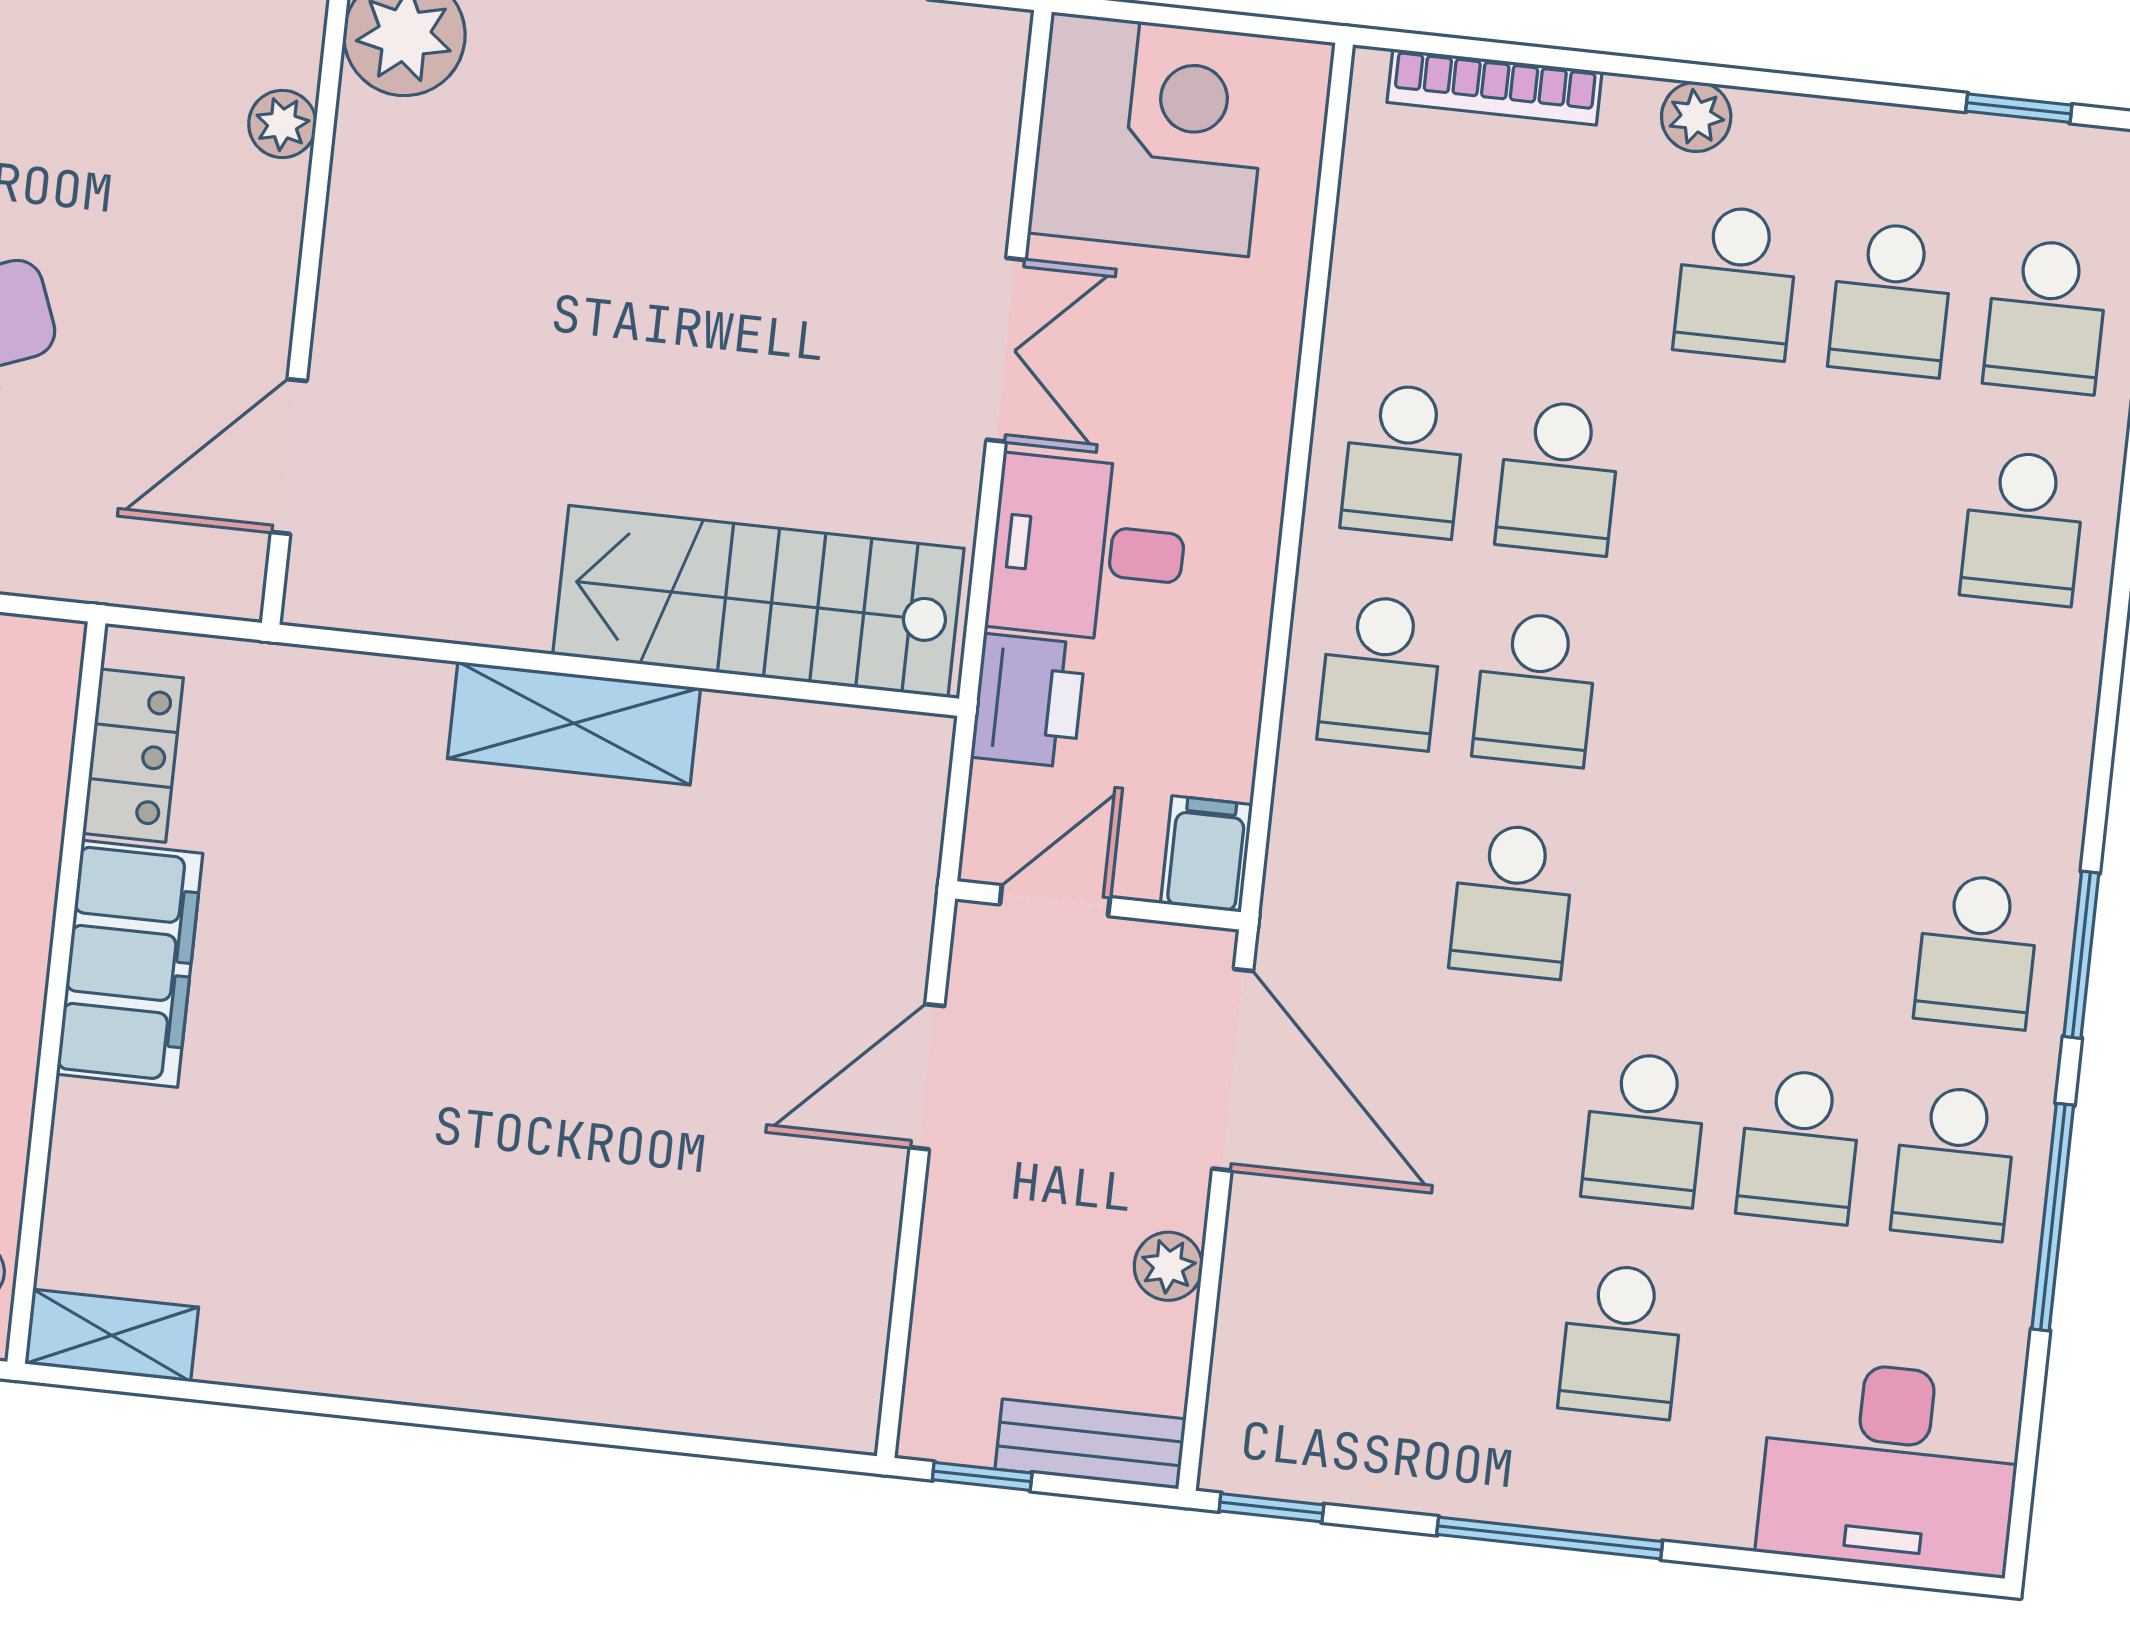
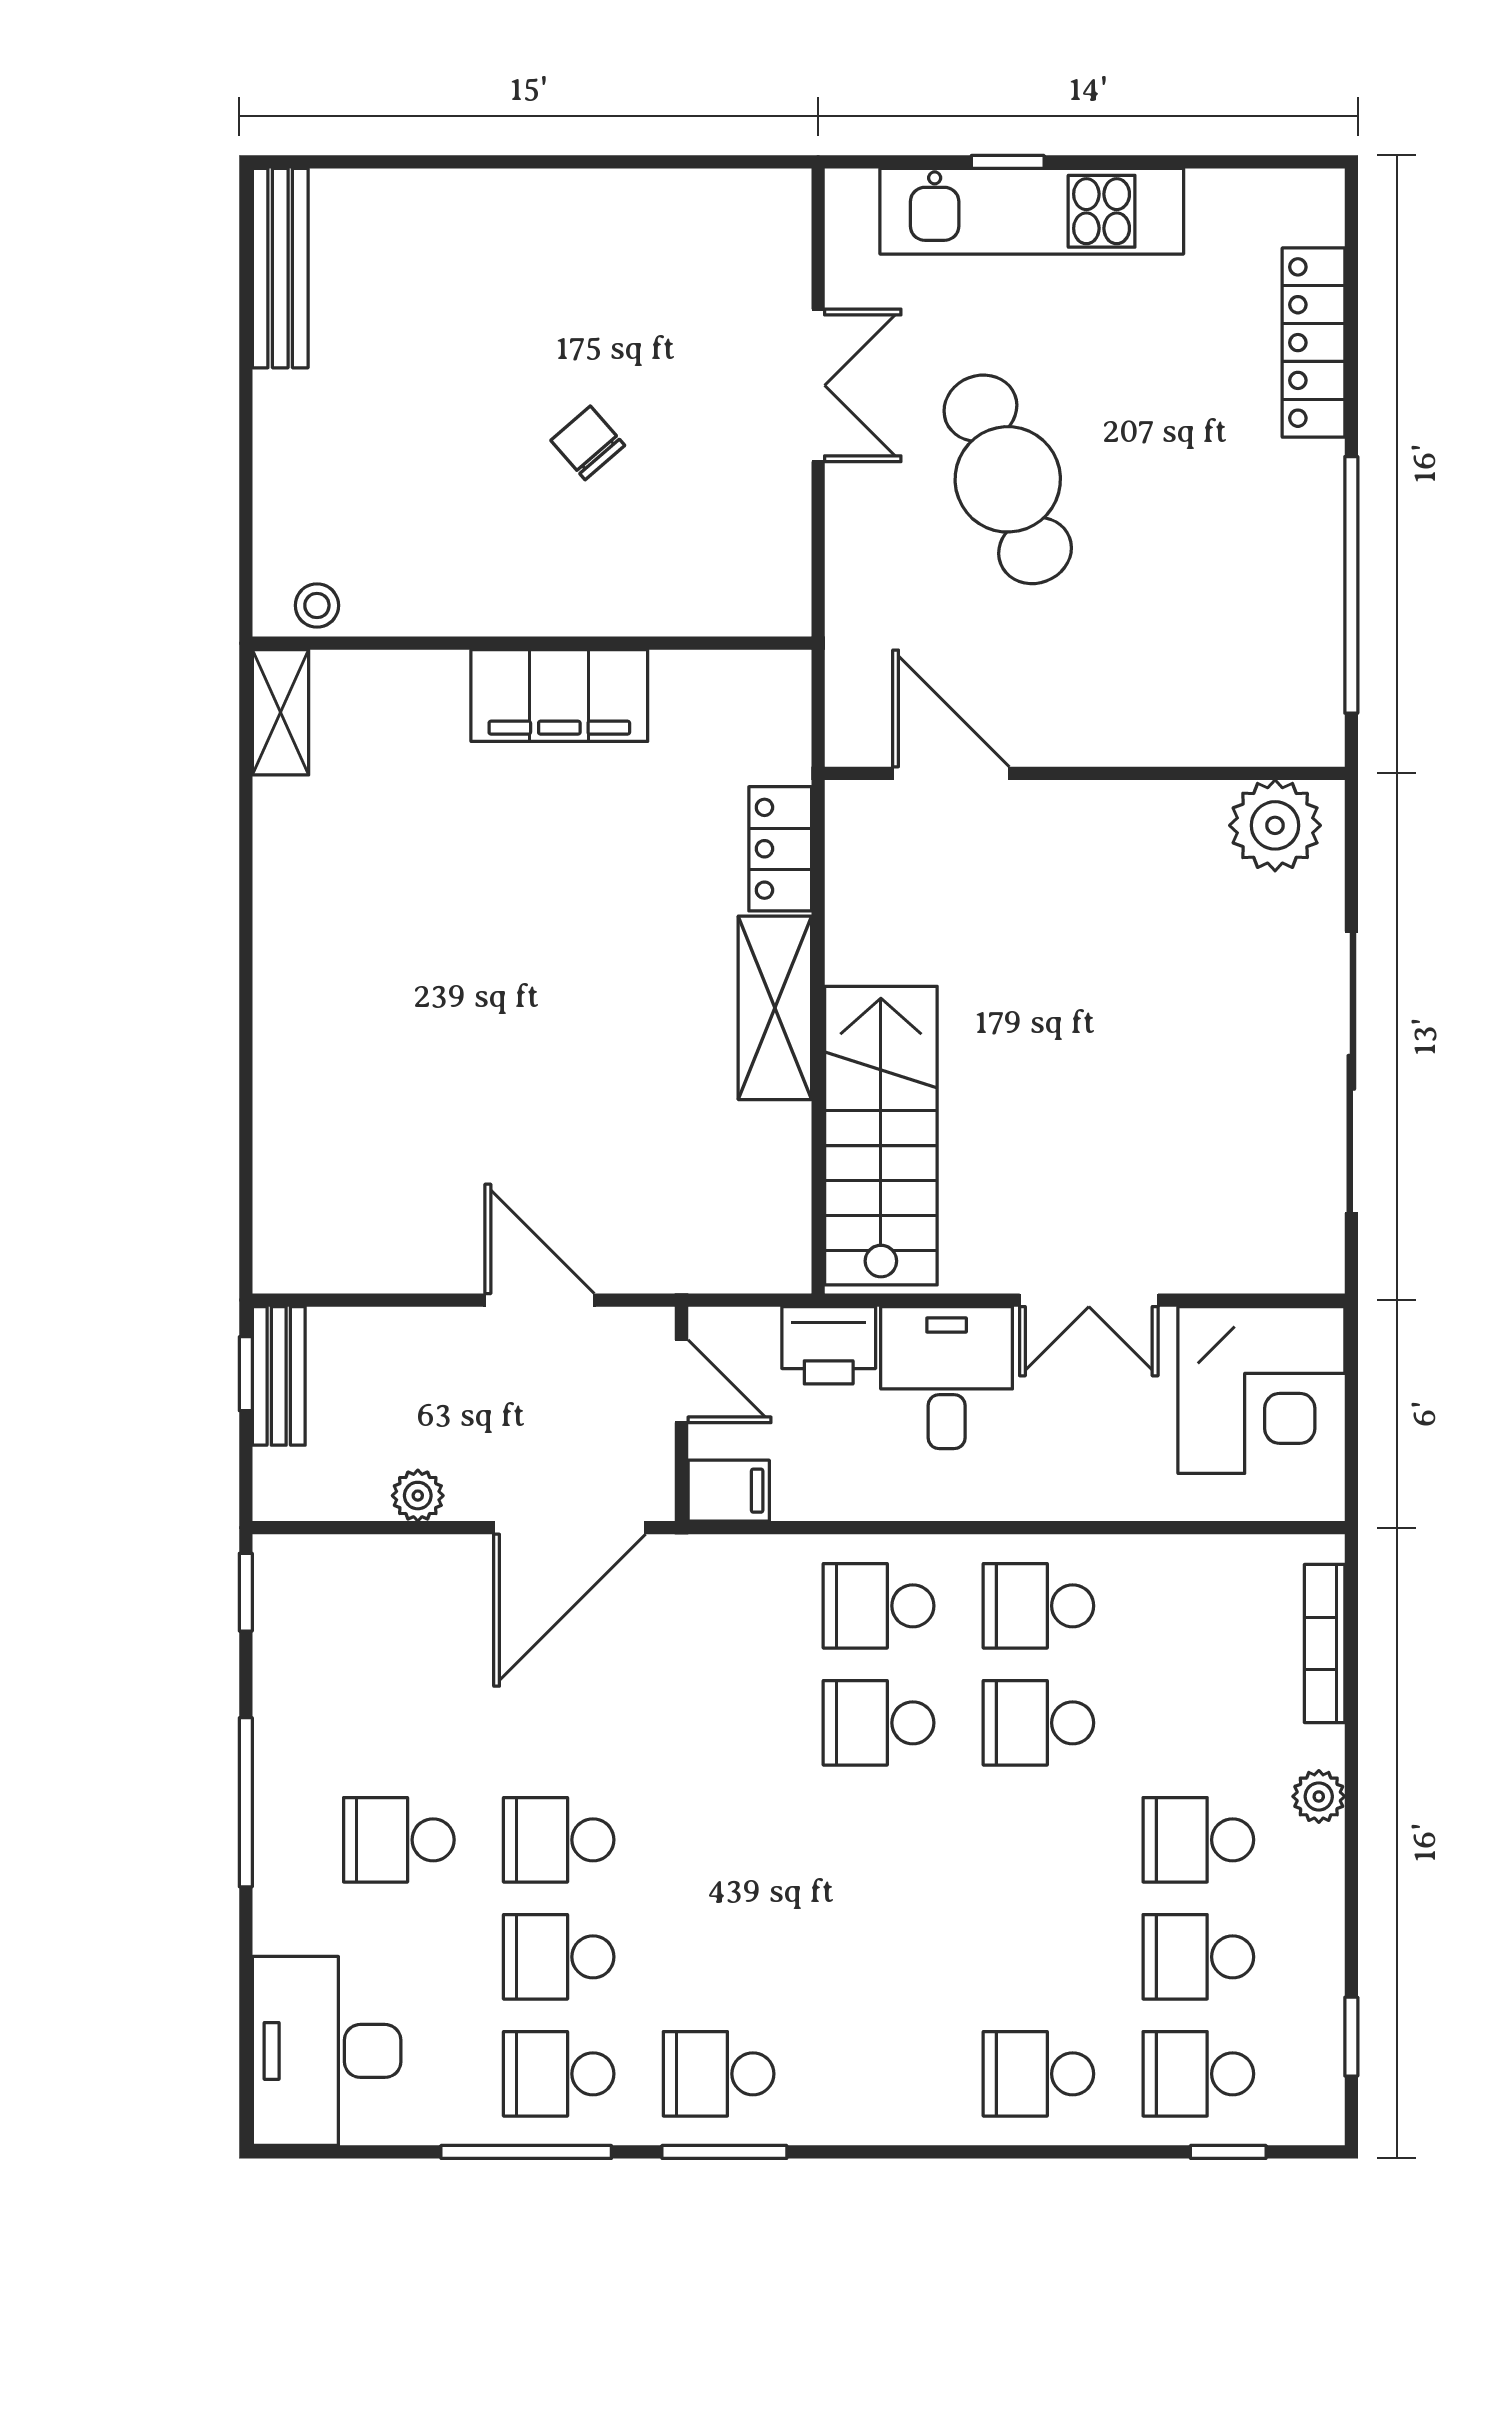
plant: (282, 124) -> (1199, 741), removed
locker: (133, 756) -> (780, 849), moved, turned 90
school desk: (1512, 901) -> (719, 1723), removed
bench: (1090, 1444) -> (279, 1376), moved

